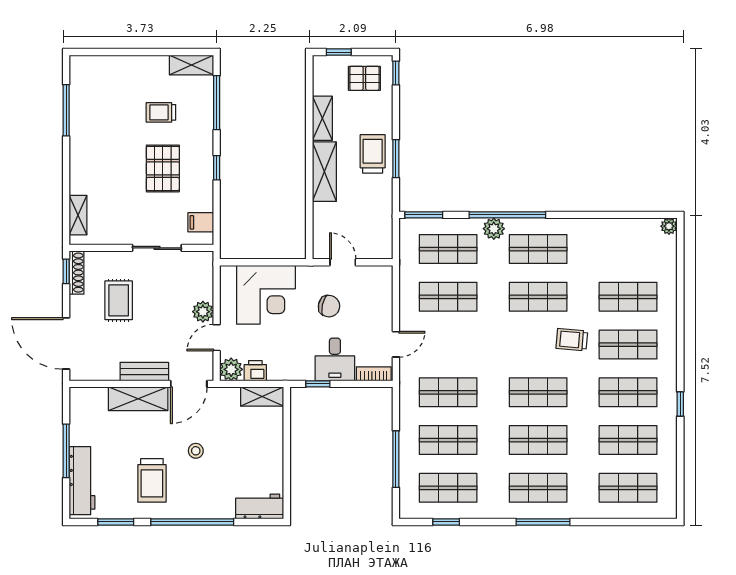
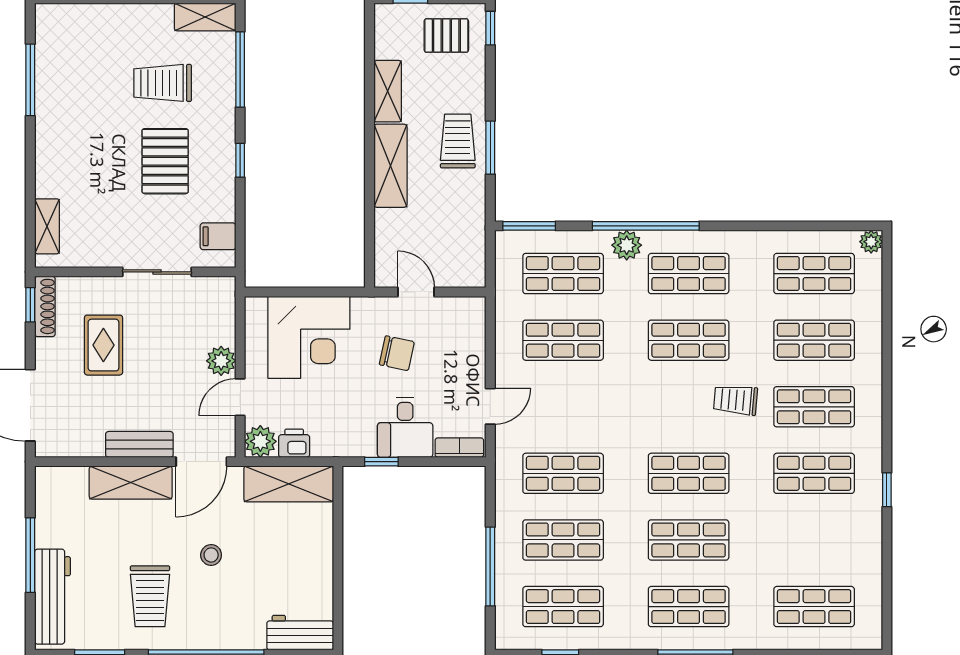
trolley: (161, 112) -> (163, 83), width x1.36, depth x1.39
shelving: (262, 397) -> (289, 484), width x1.50, depth x1.33
shop shelf: (628, 440) -> (814, 274), moved

